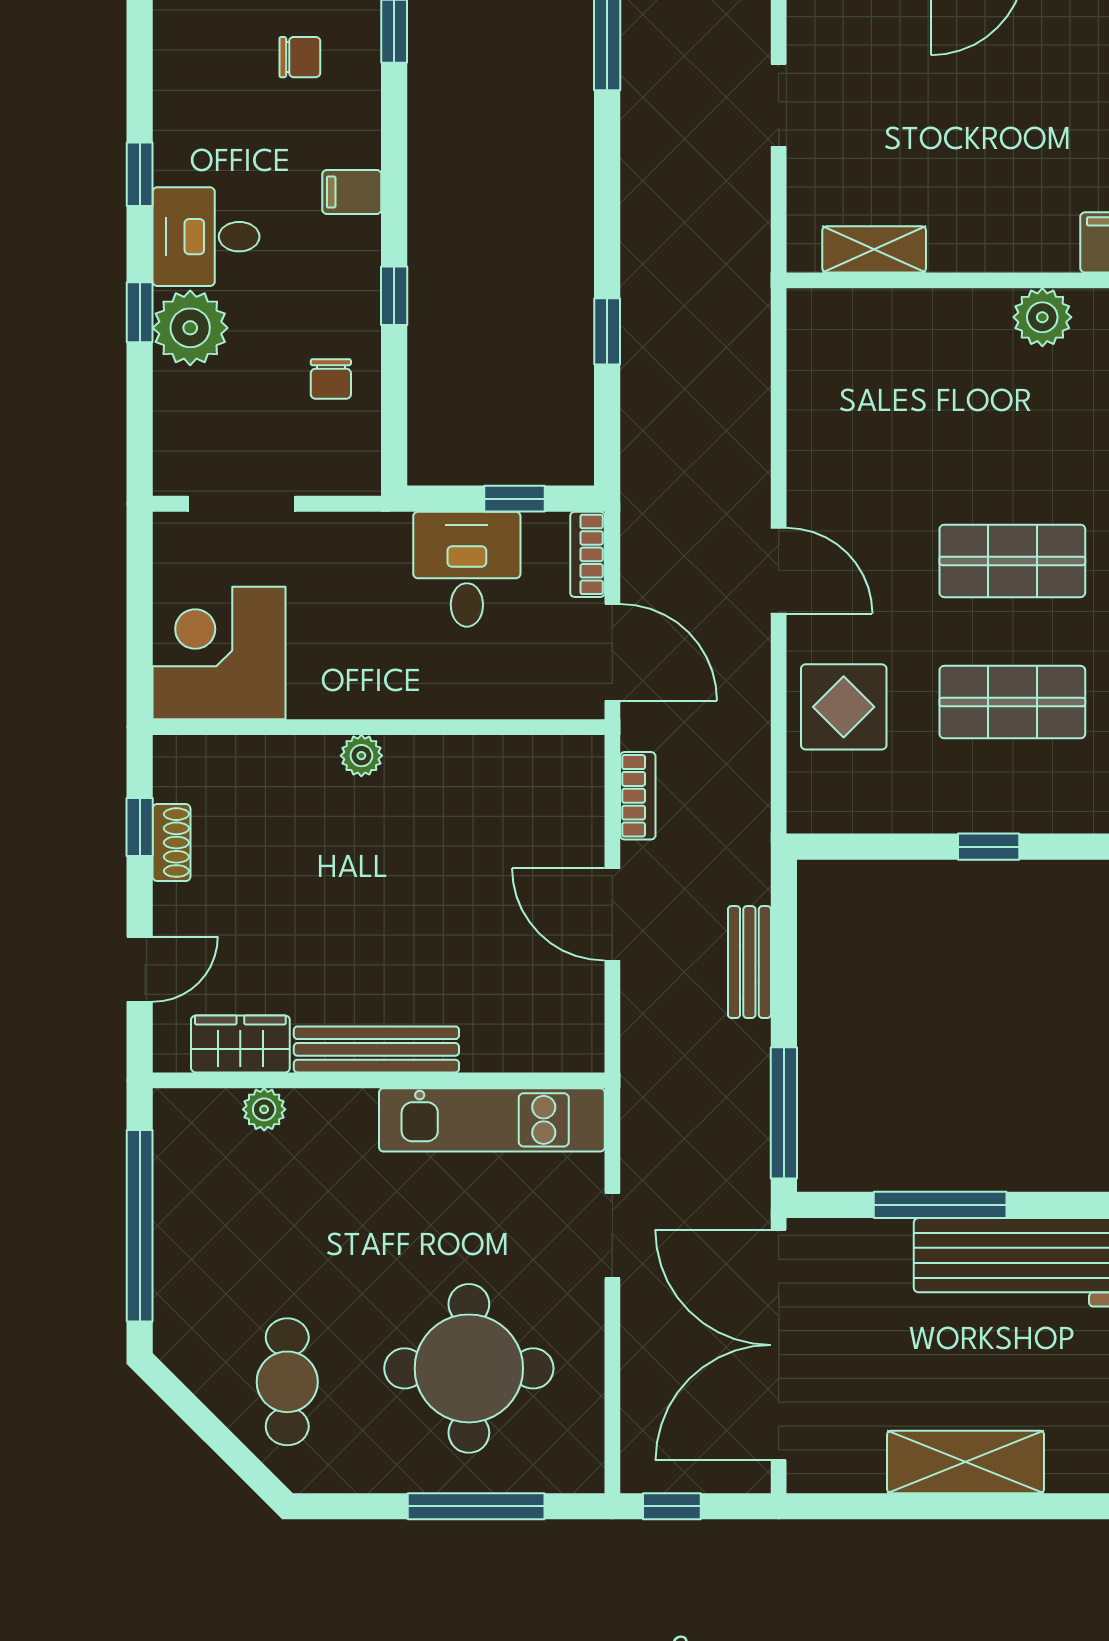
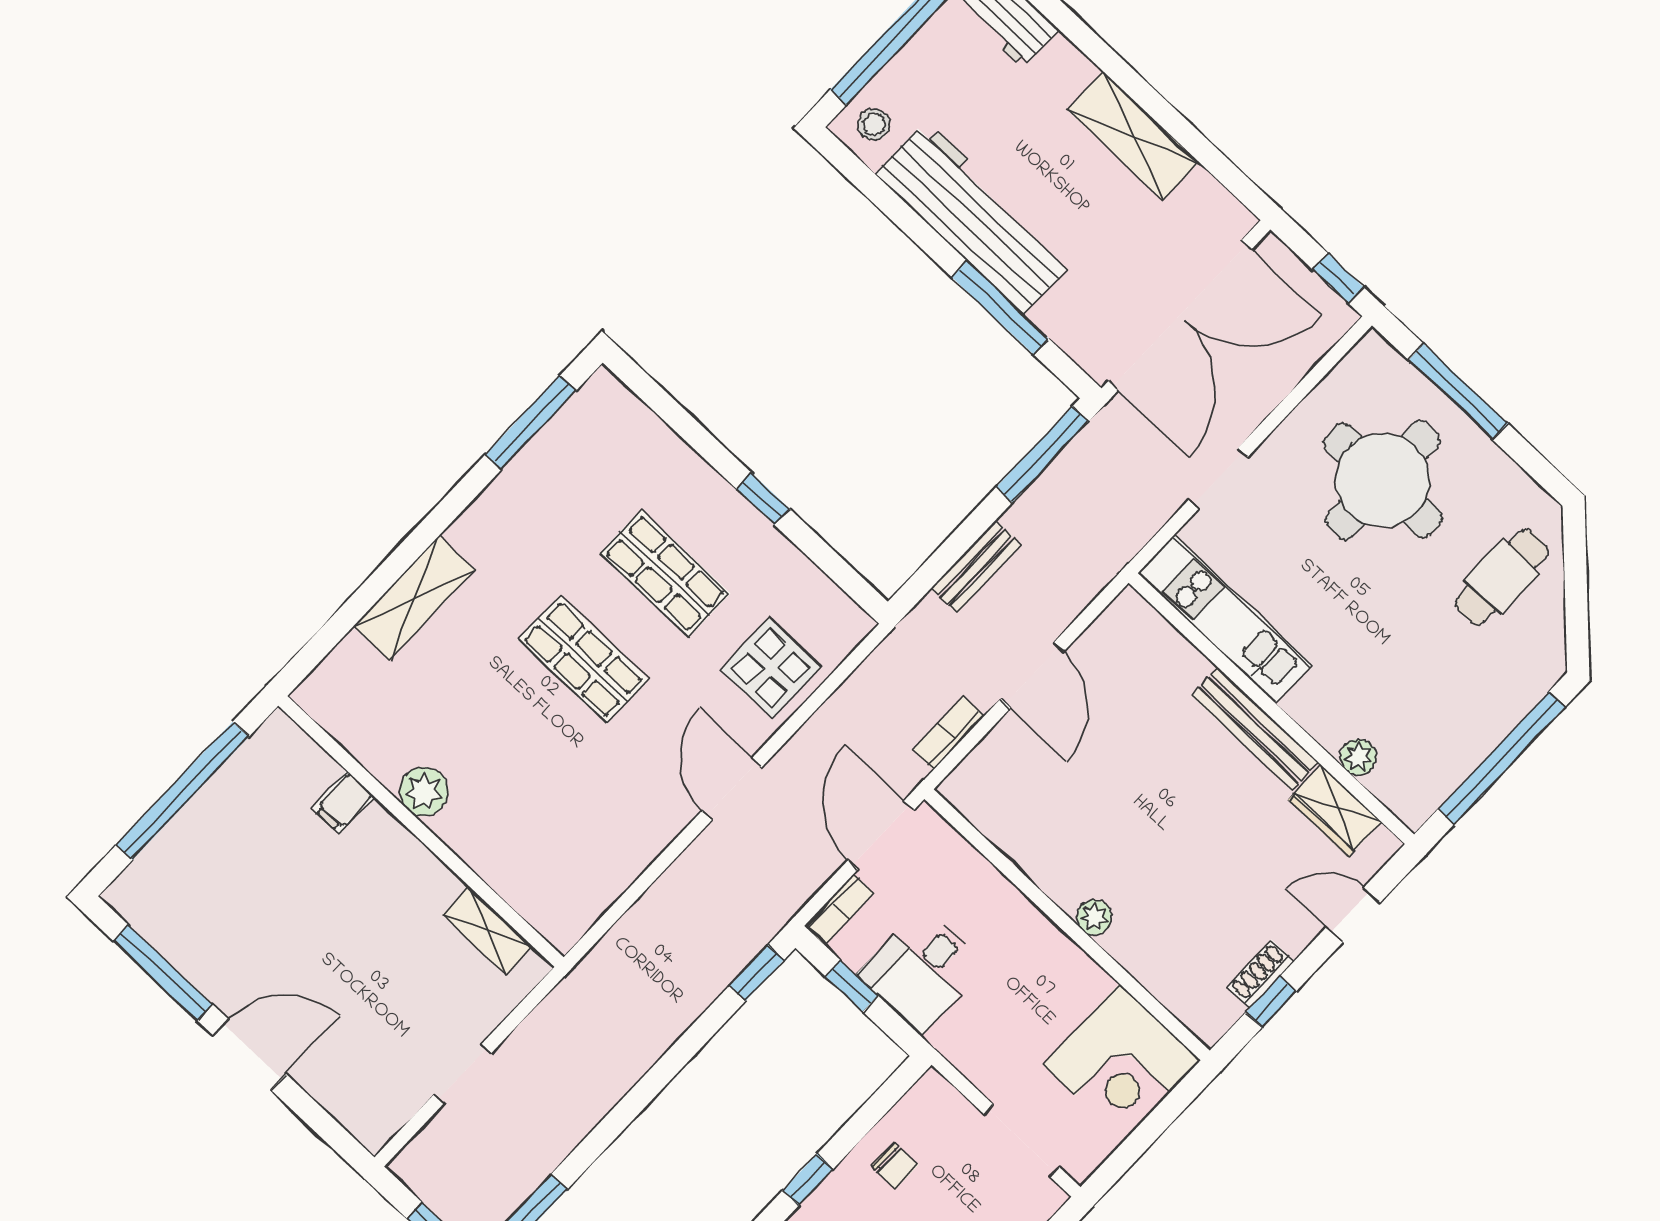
window: (607, 331) -> (757, 973), moved
chair: (331, 379) -> (895, 1165), turned 90

